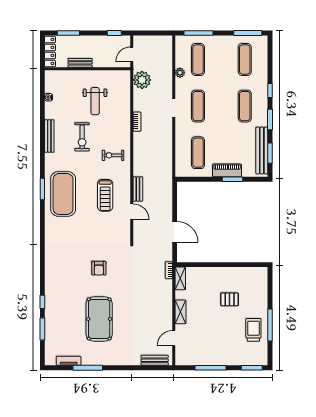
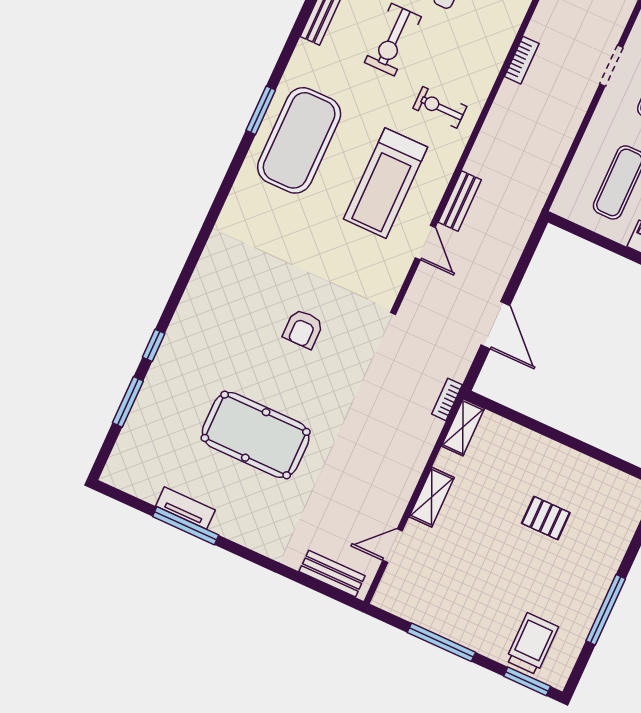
treadmill: (105, 195) -> (386, 183), width x1.37, depth x1.38
pool table: (99, 319) -> (256, 435), turned 90
trolley: (253, 330) -> (532, 644), moved
tv unit: (69, 361) -> (185, 508), moved

